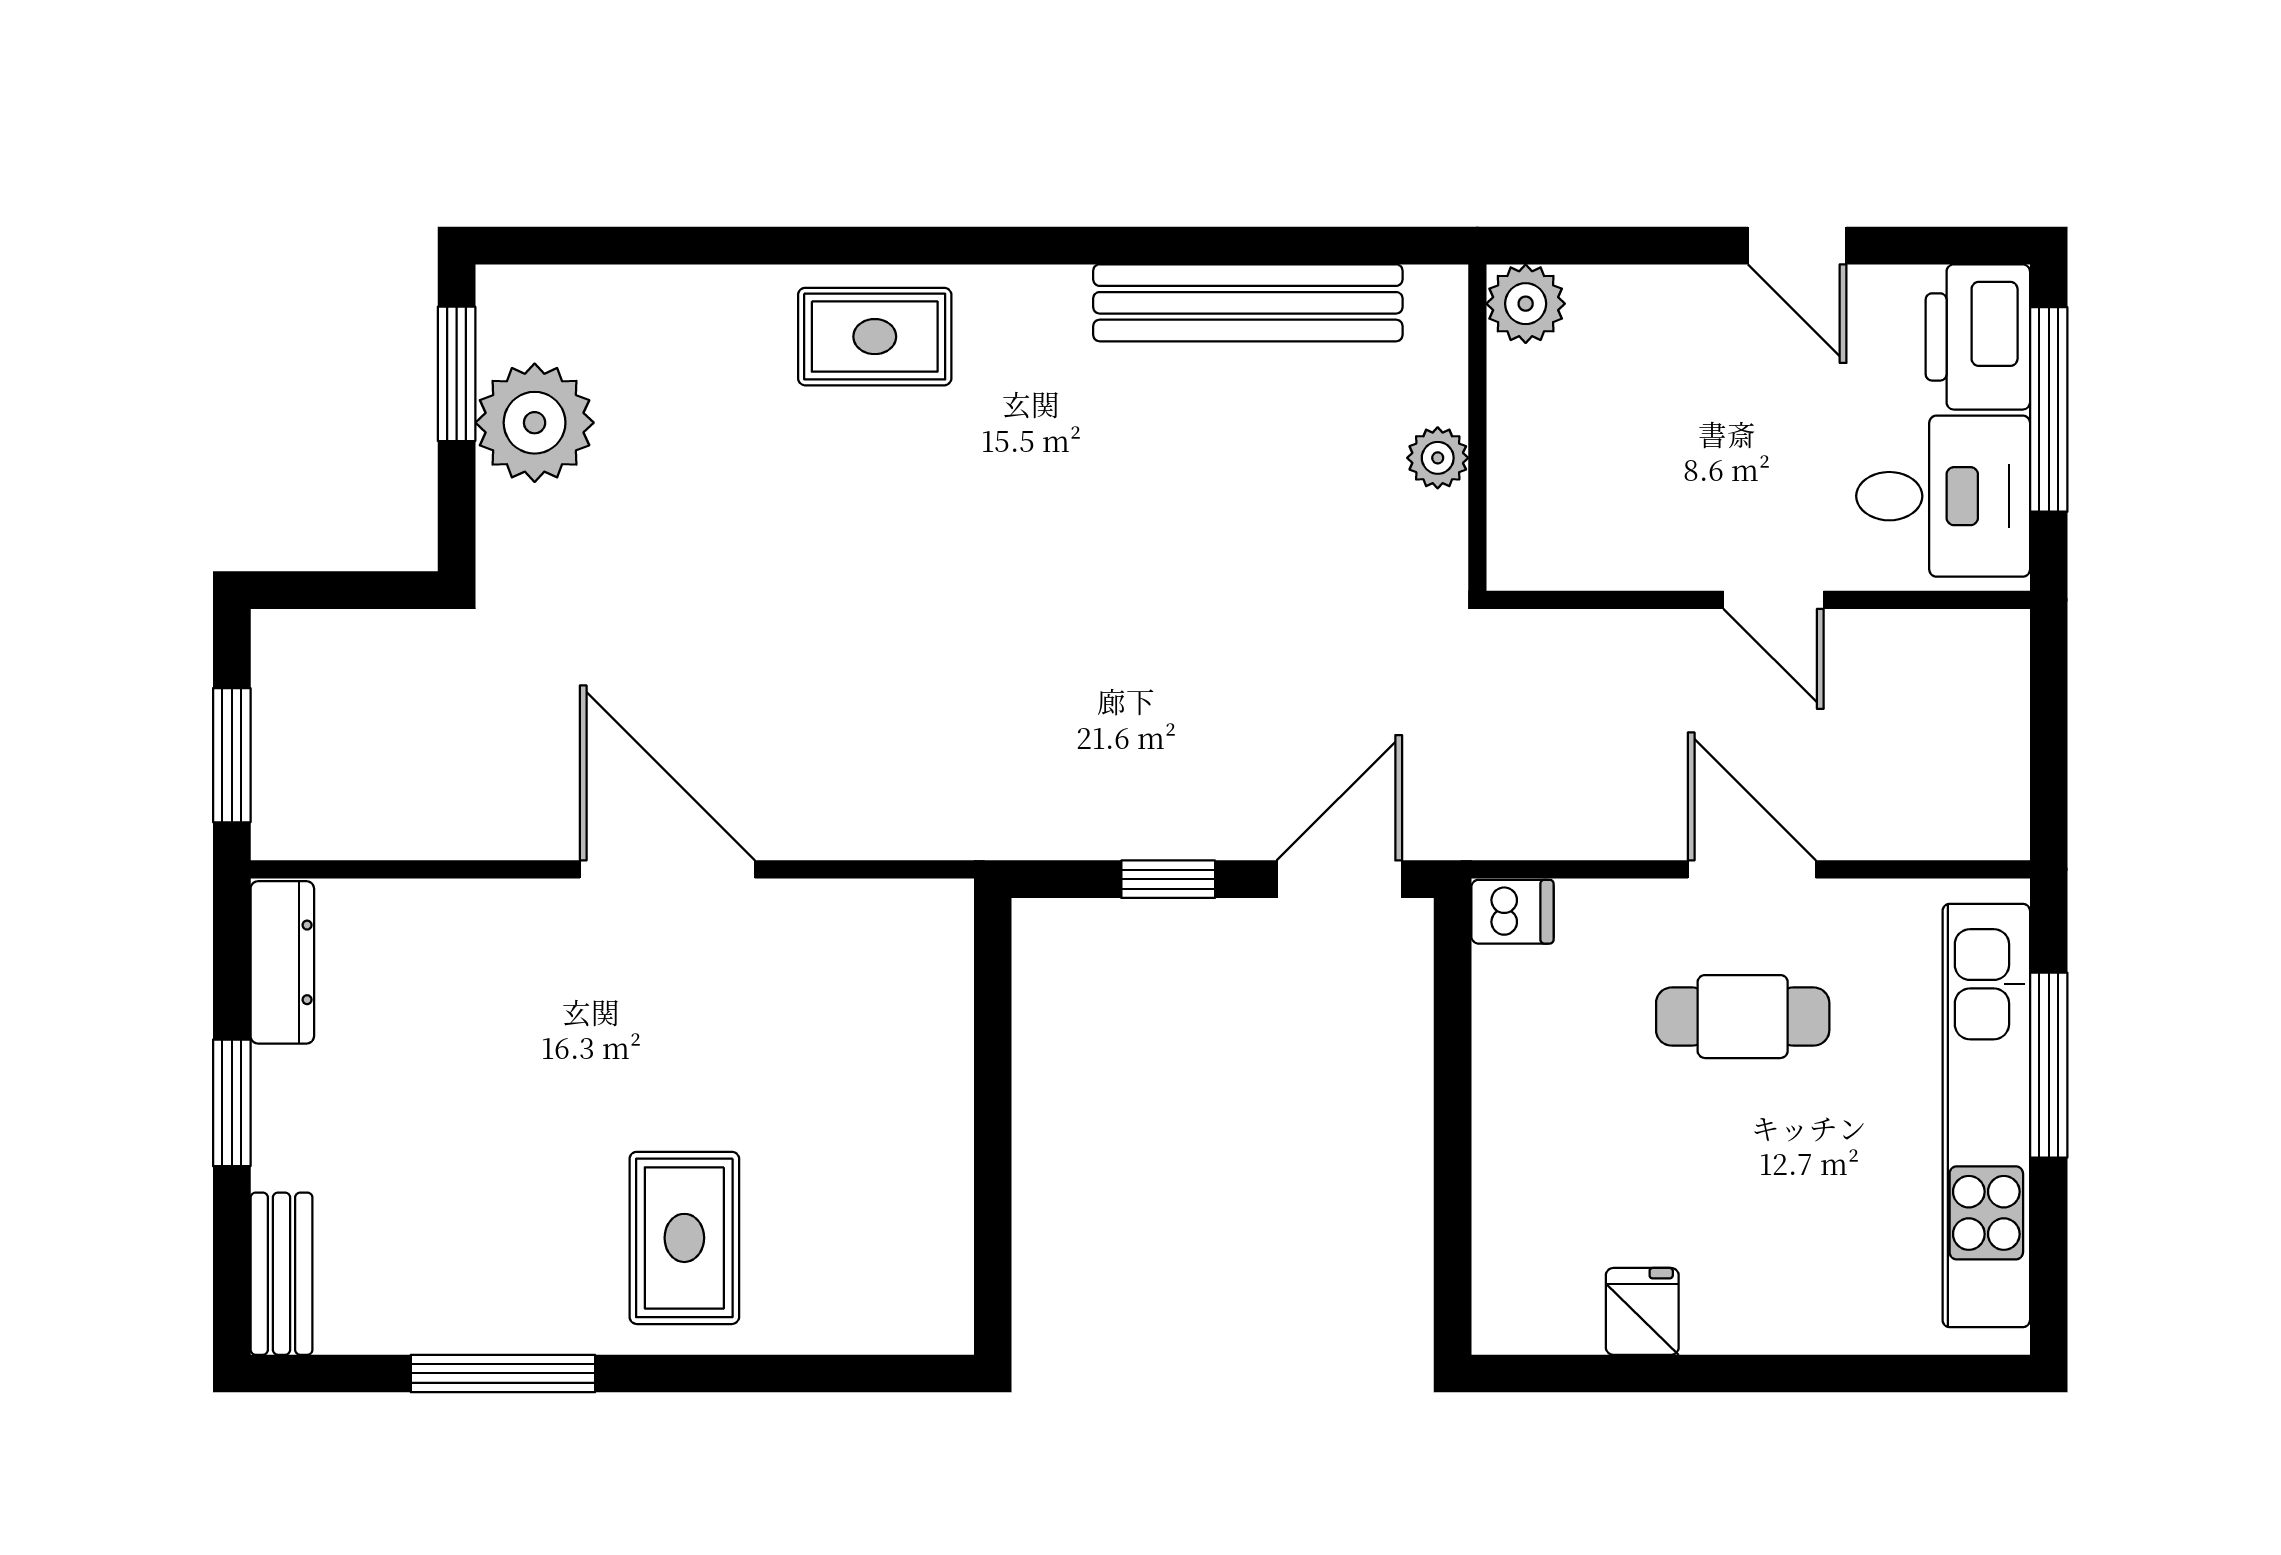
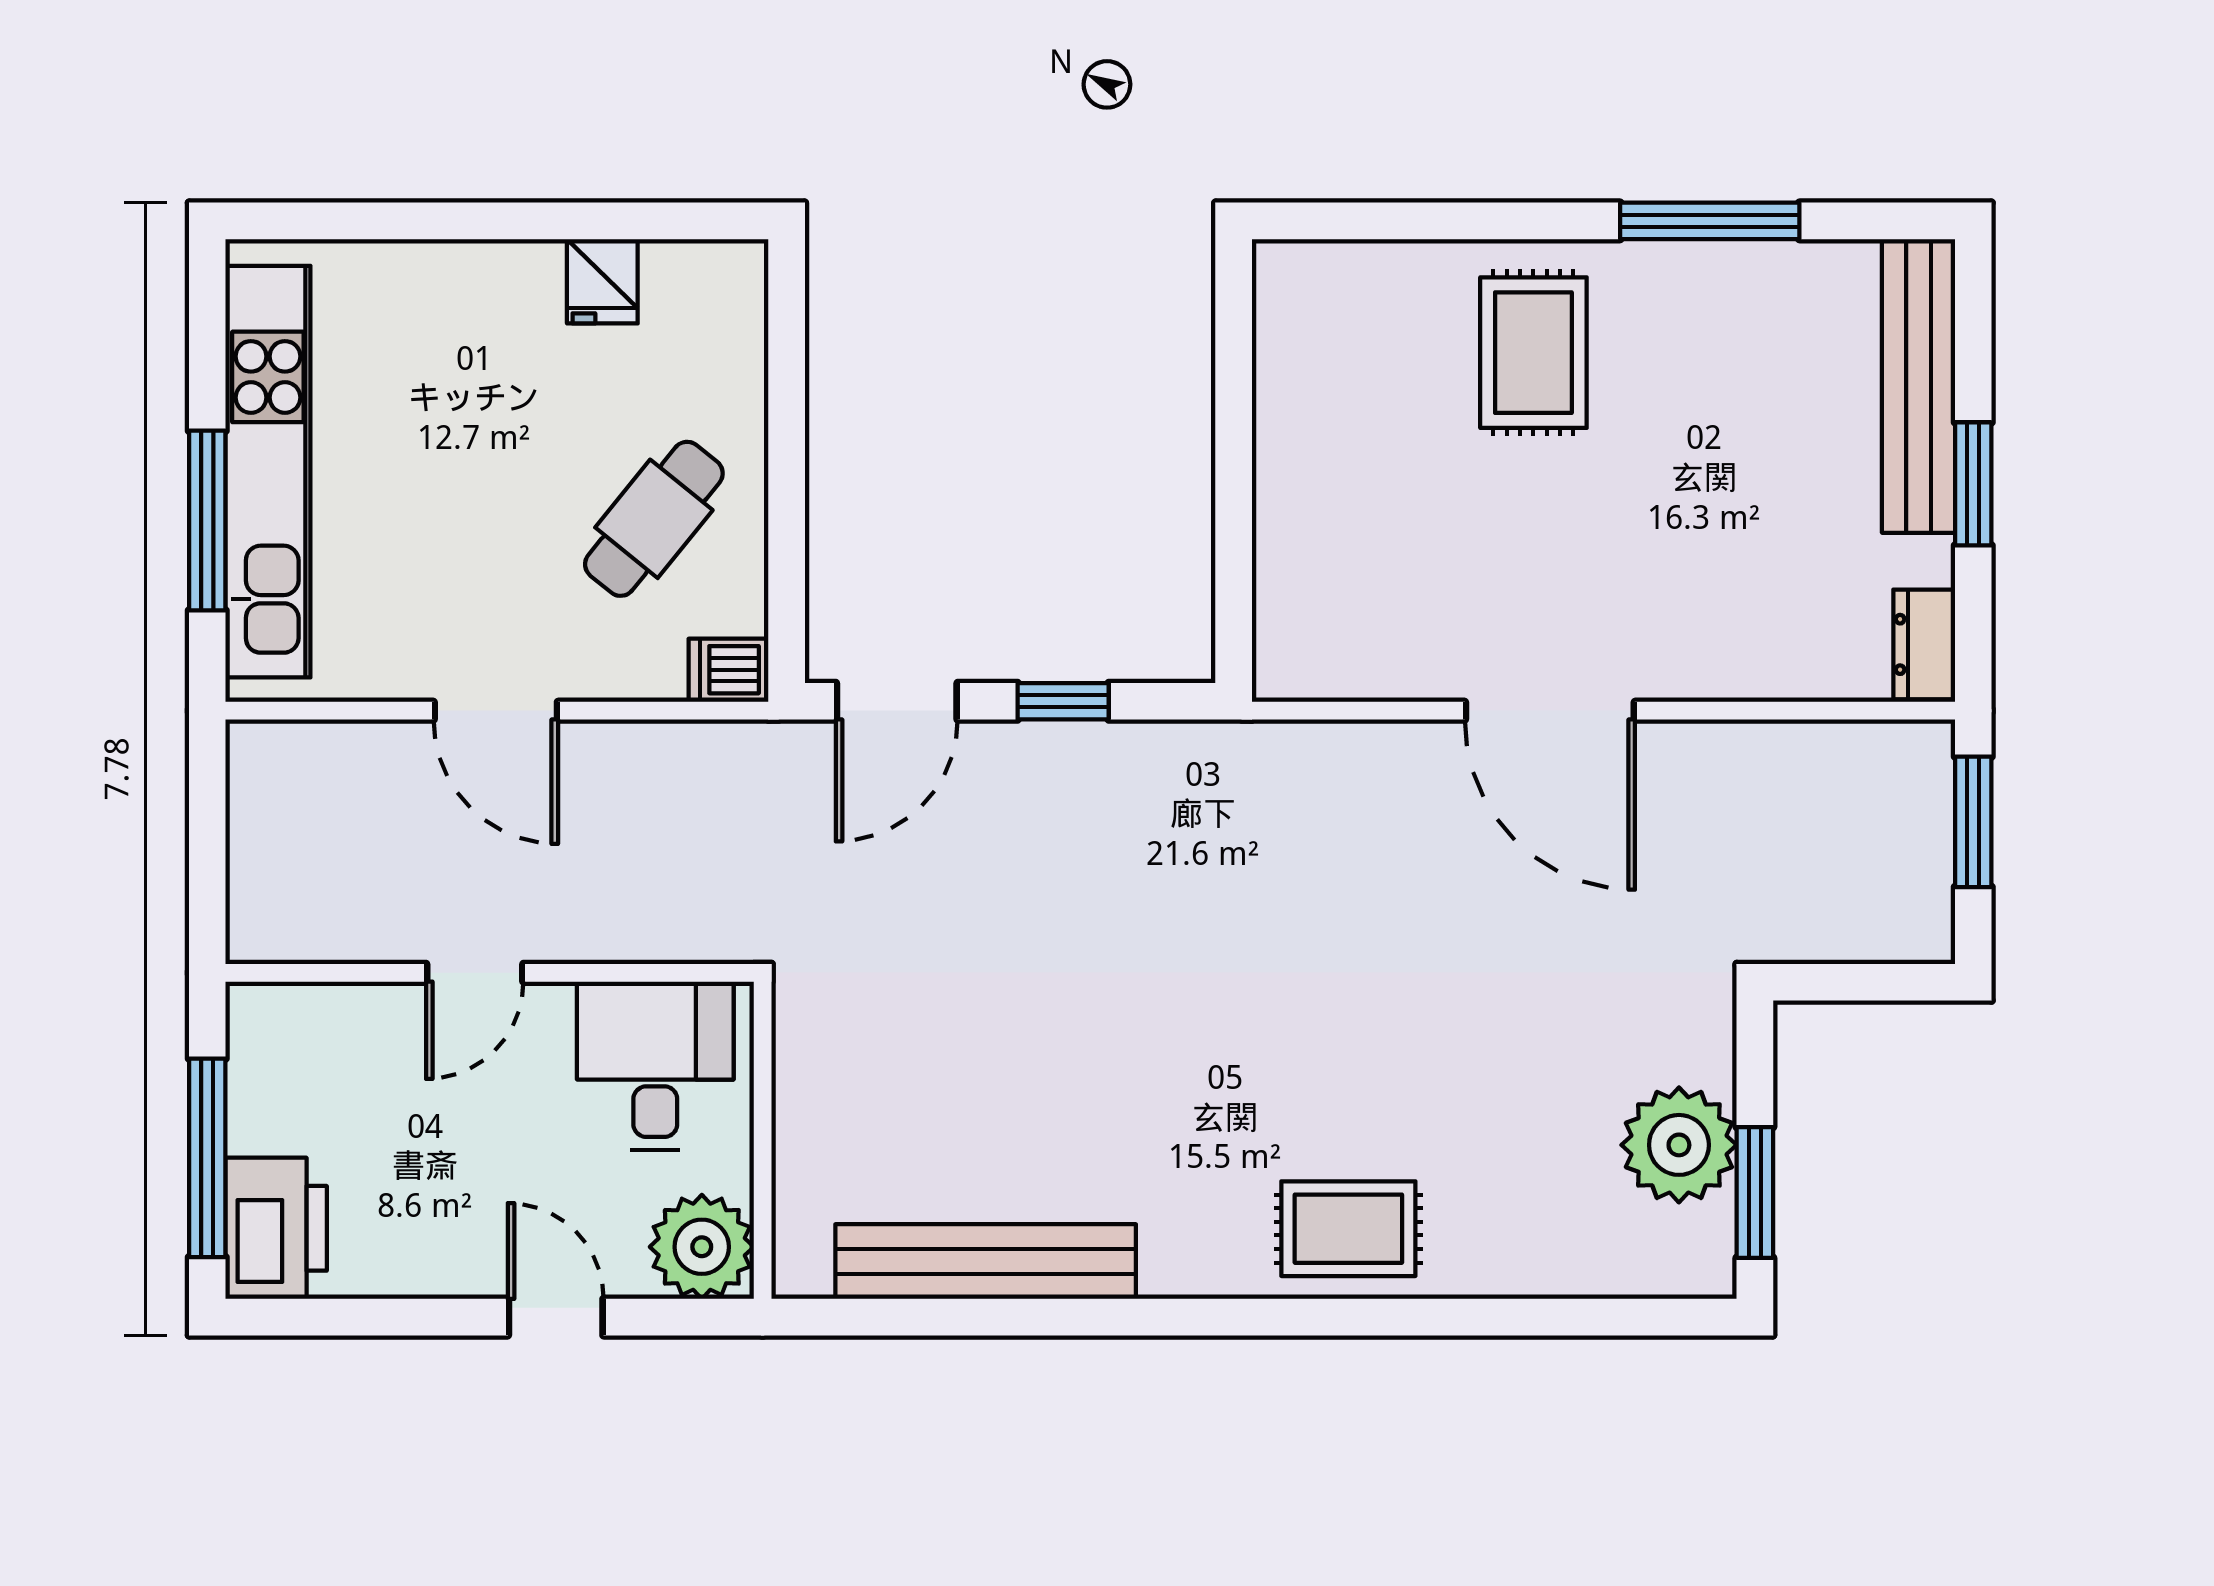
door: (1797, 246) -> (556, 1317), moved
plant: (1526, 304) -> (702, 1247), width x1.36, depth x1.36
plant: (1438, 458) -> (801, 1111), removed
desk: (1943, 496) -> (655, 1066), moved, turned 90
door: (1774, 600) -> (475, 973), swing flipped
dresser: (282, 962) -> (1924, 644), width x0.70
cafe table: (1743, 1017) -> (654, 519), moved, turned -51
bench: (282, 1274) -> (1918, 386), width x1.86, depth x1.21

